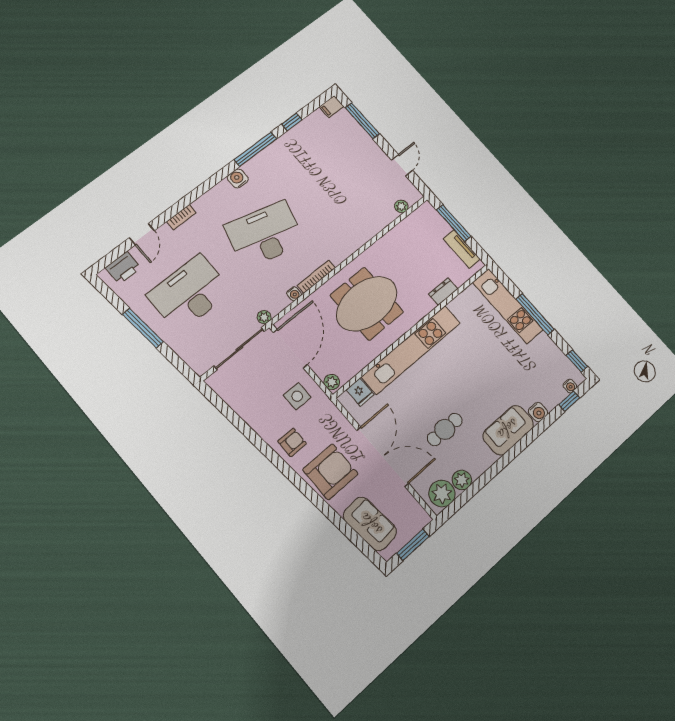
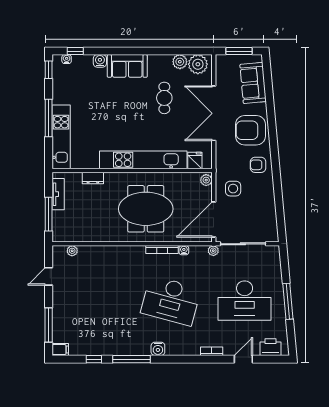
cafe table: (445, 429) -> (164, 98), turned 90

